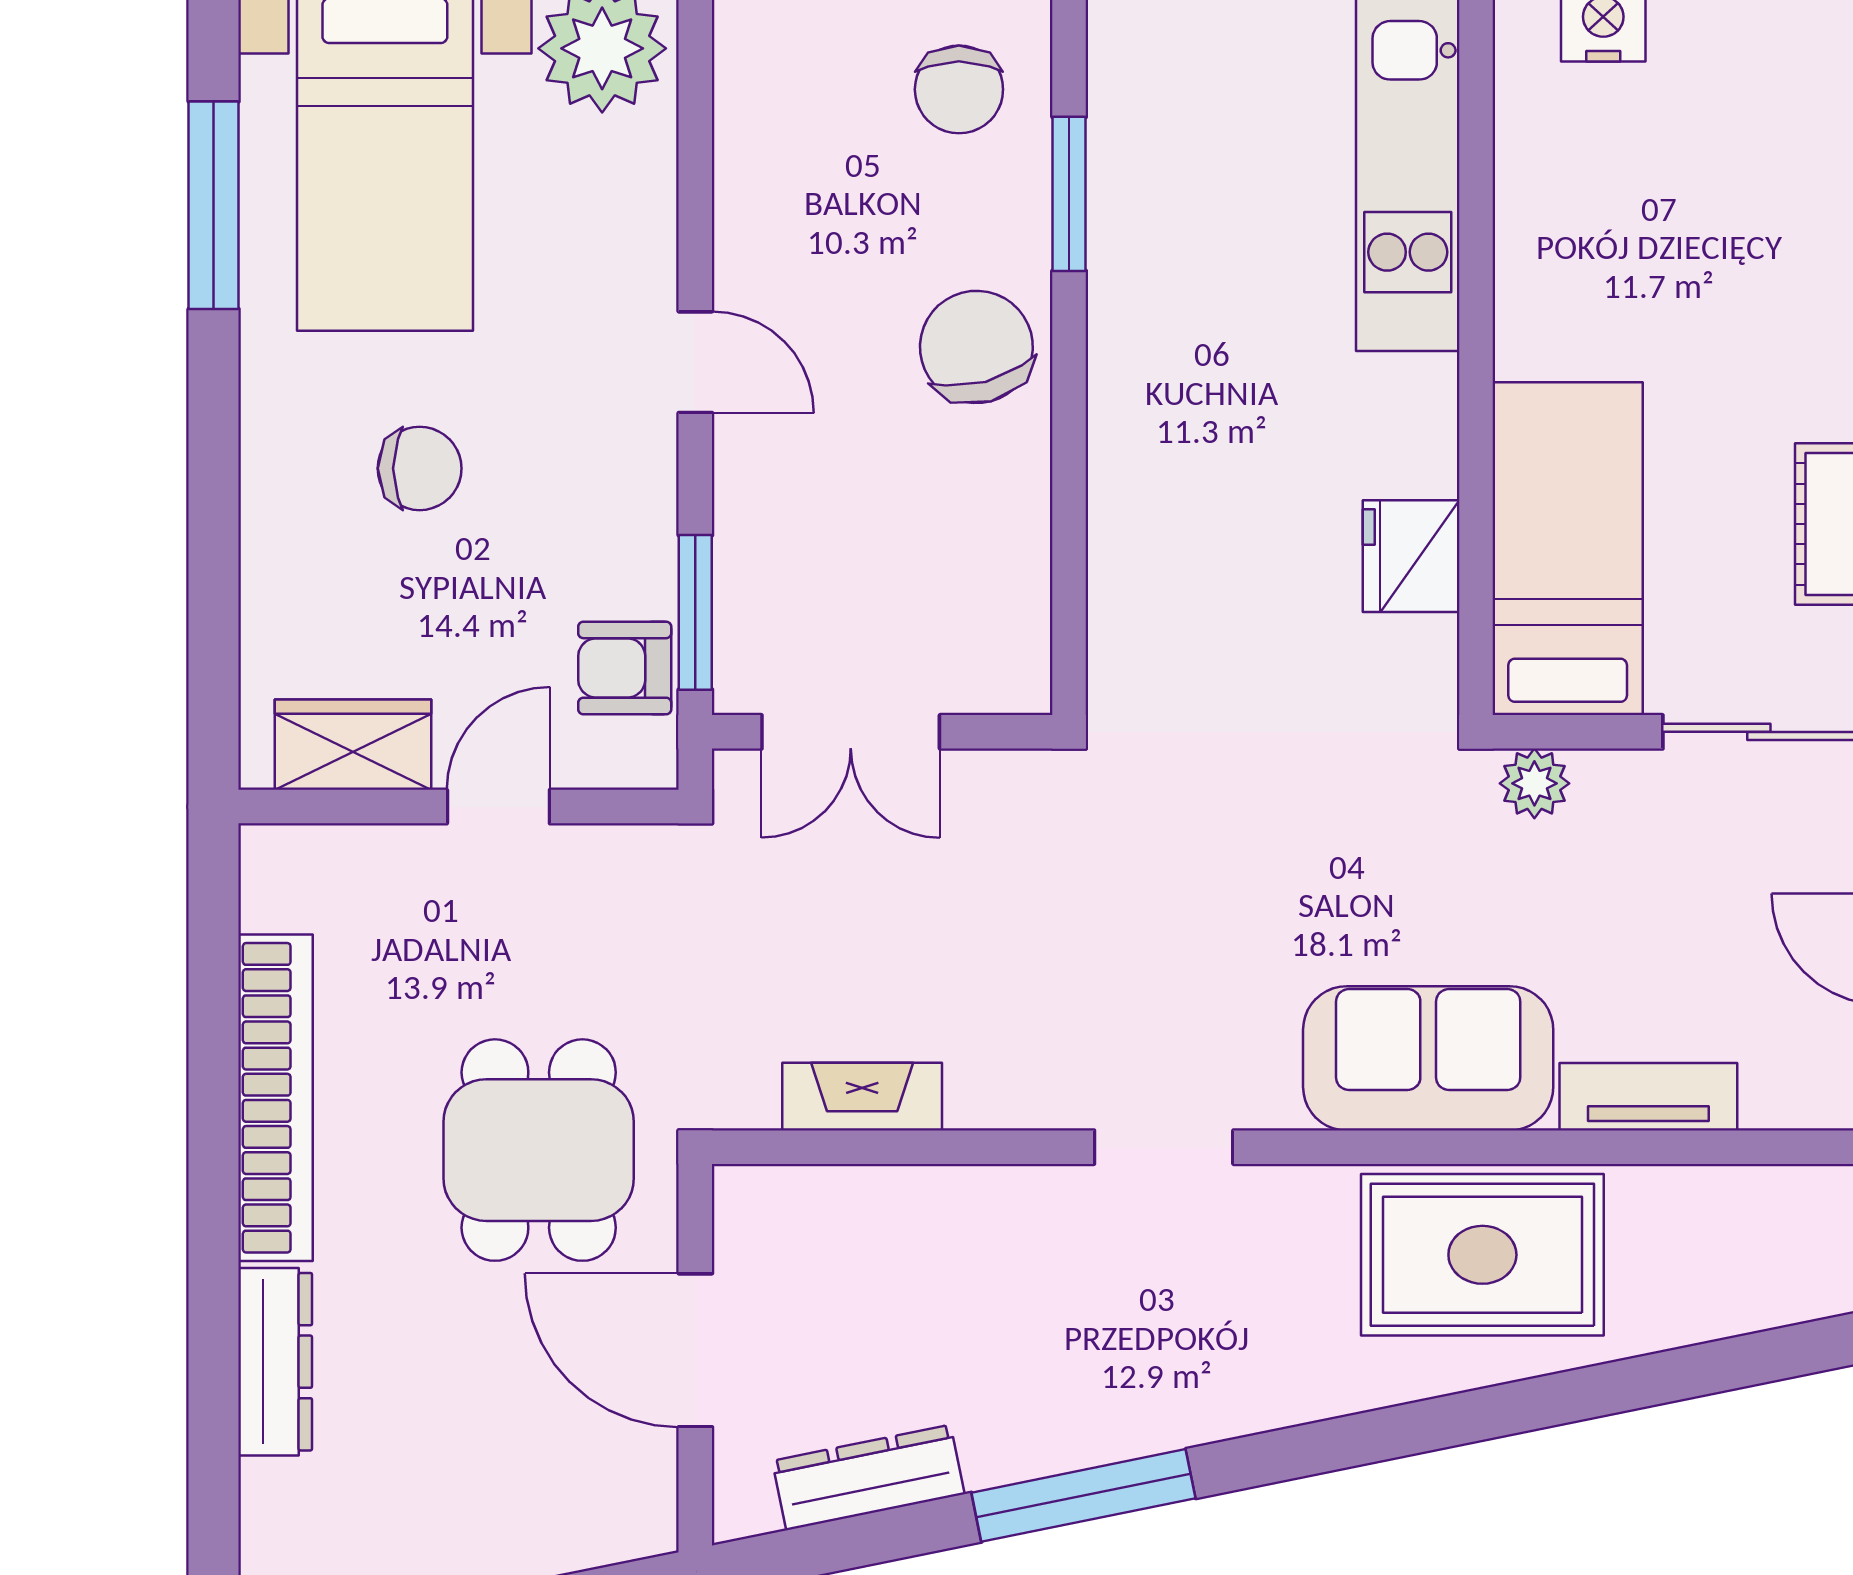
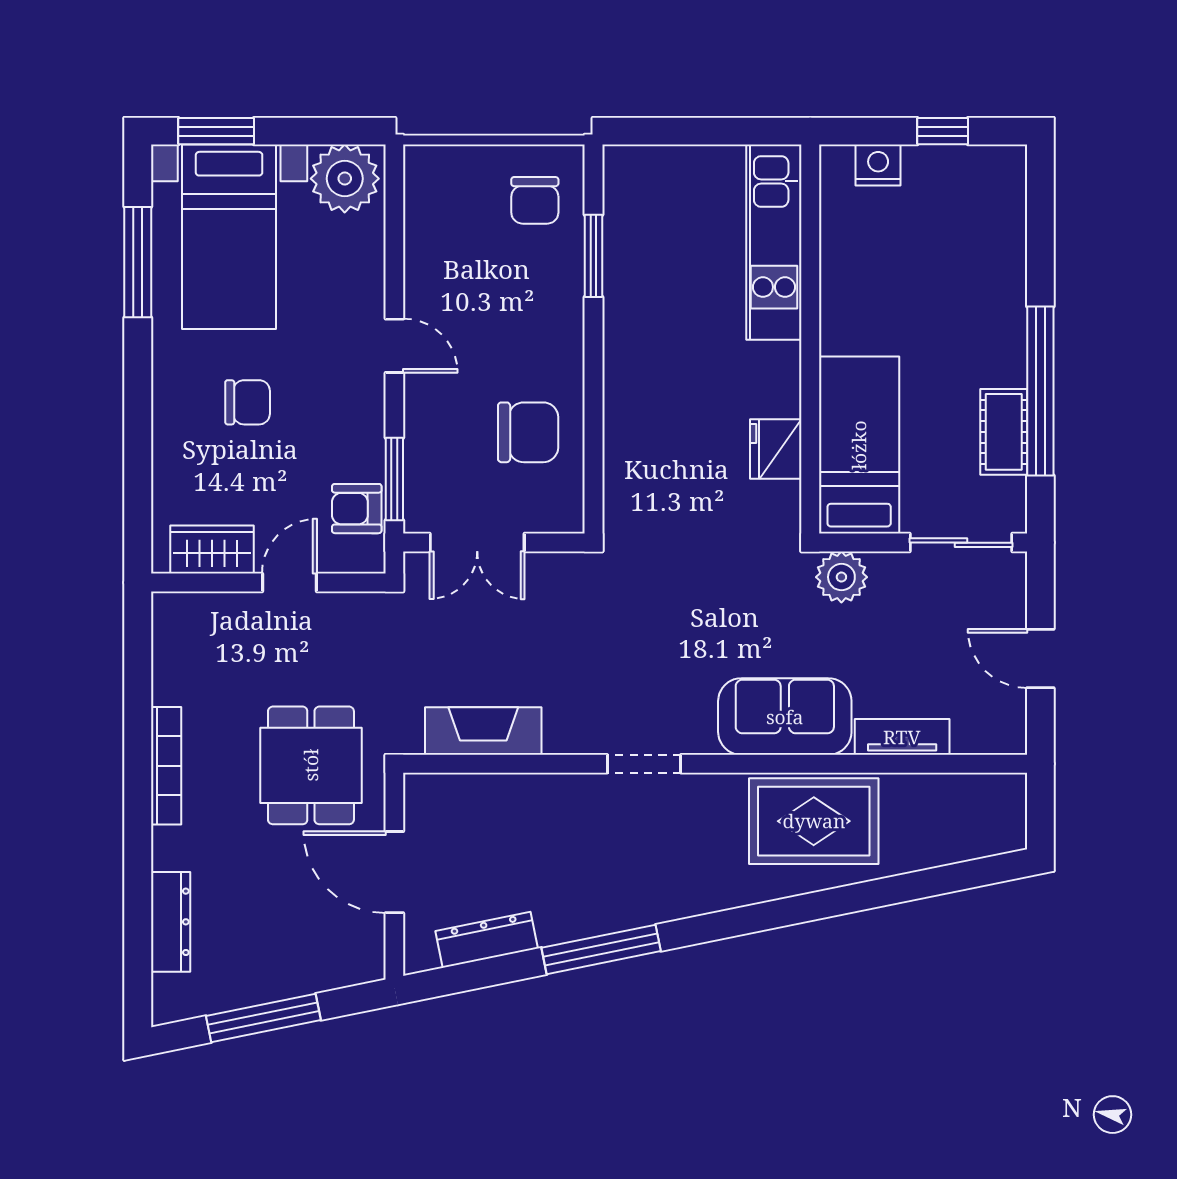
chair: (976, 347) -> (528, 432), moved, turned 105
plant: (1534, 783) -> (841, 577), width x1.38, depth x1.38
fireplace: (862, 1097) -> (483, 731), width x1.37, depth x1.32
bookcase: (276, 1098) -> (166, 766), width x0.68, depth x0.76
dresser: (275, 1362) -> (171, 922), moved

